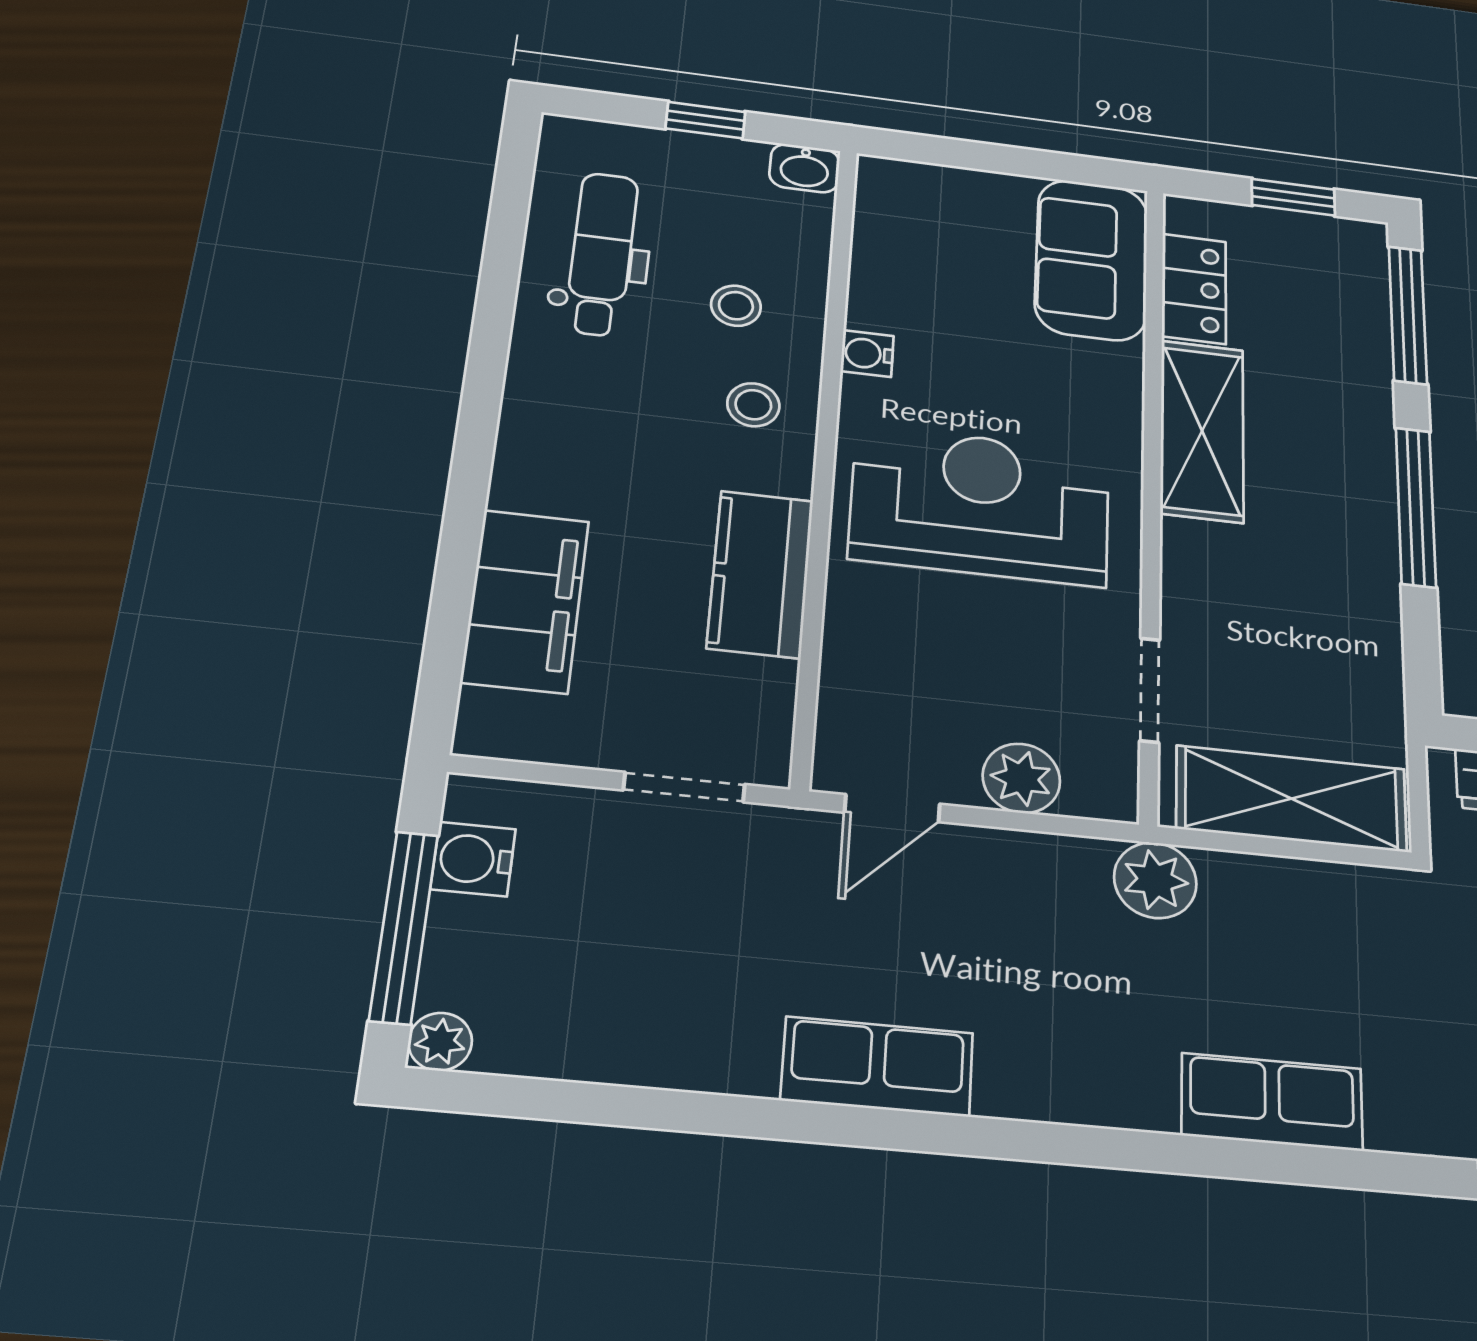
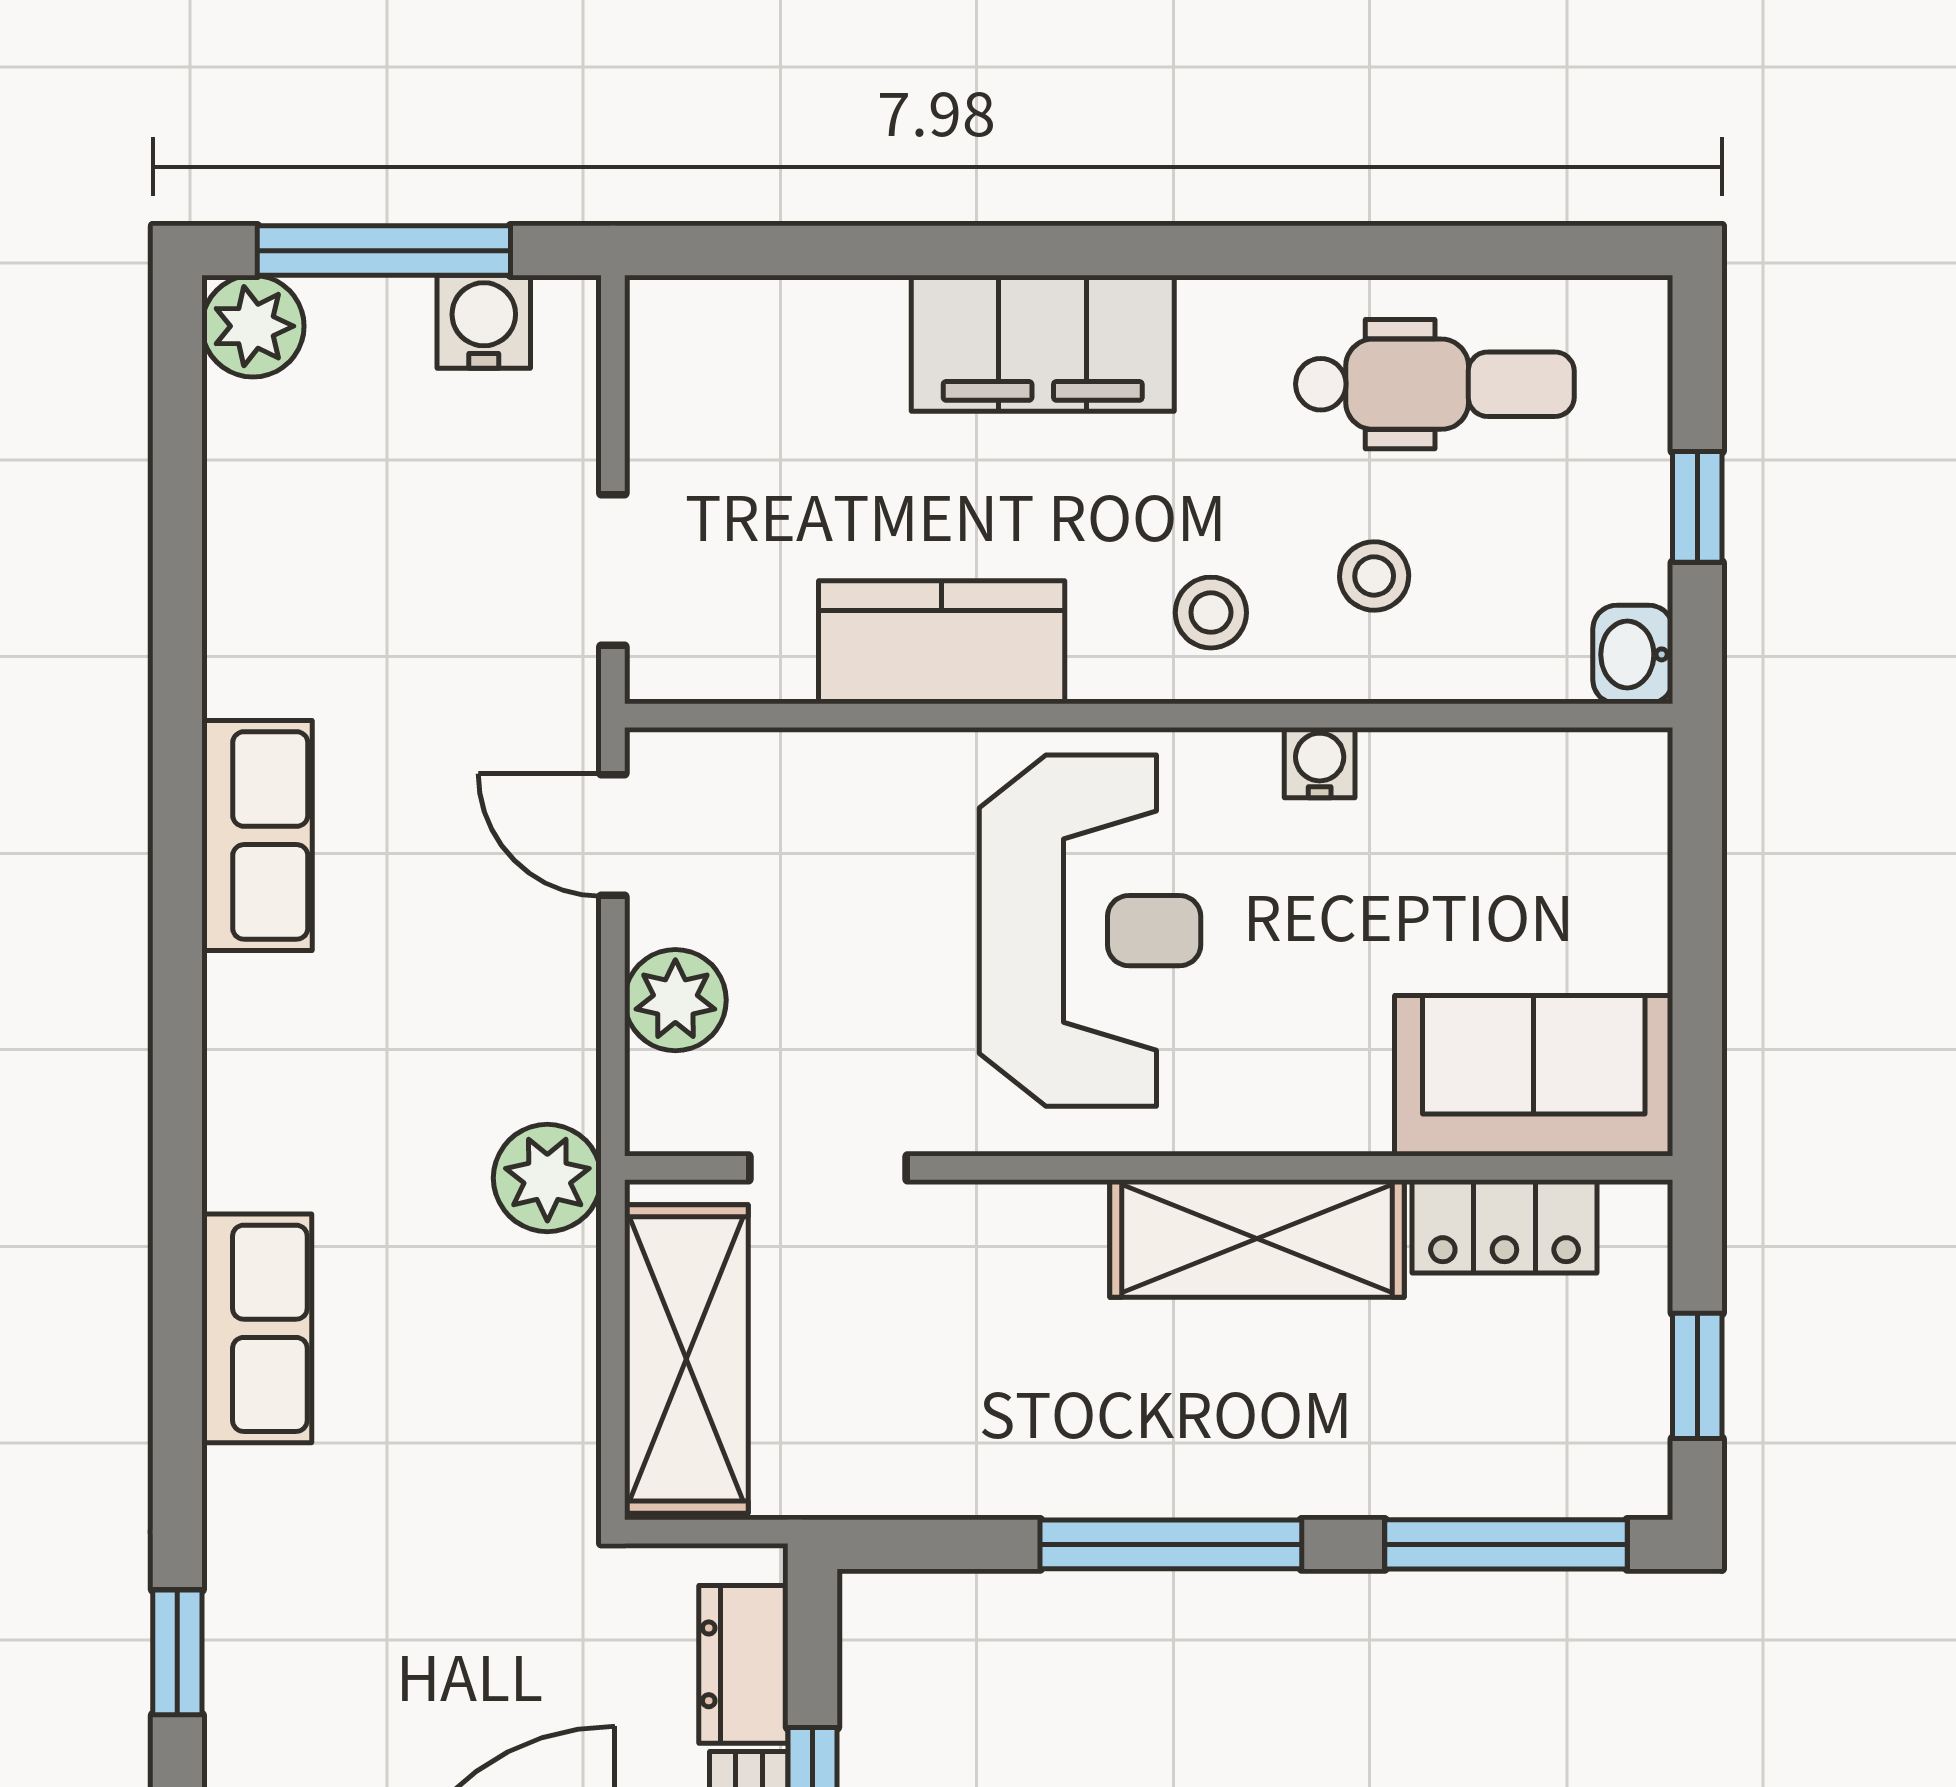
filing cabinet: (525, 601) -> (1043, 343), moved
plant: (440, 1042) -> (253, 326), width x1.38, depth x1.38

